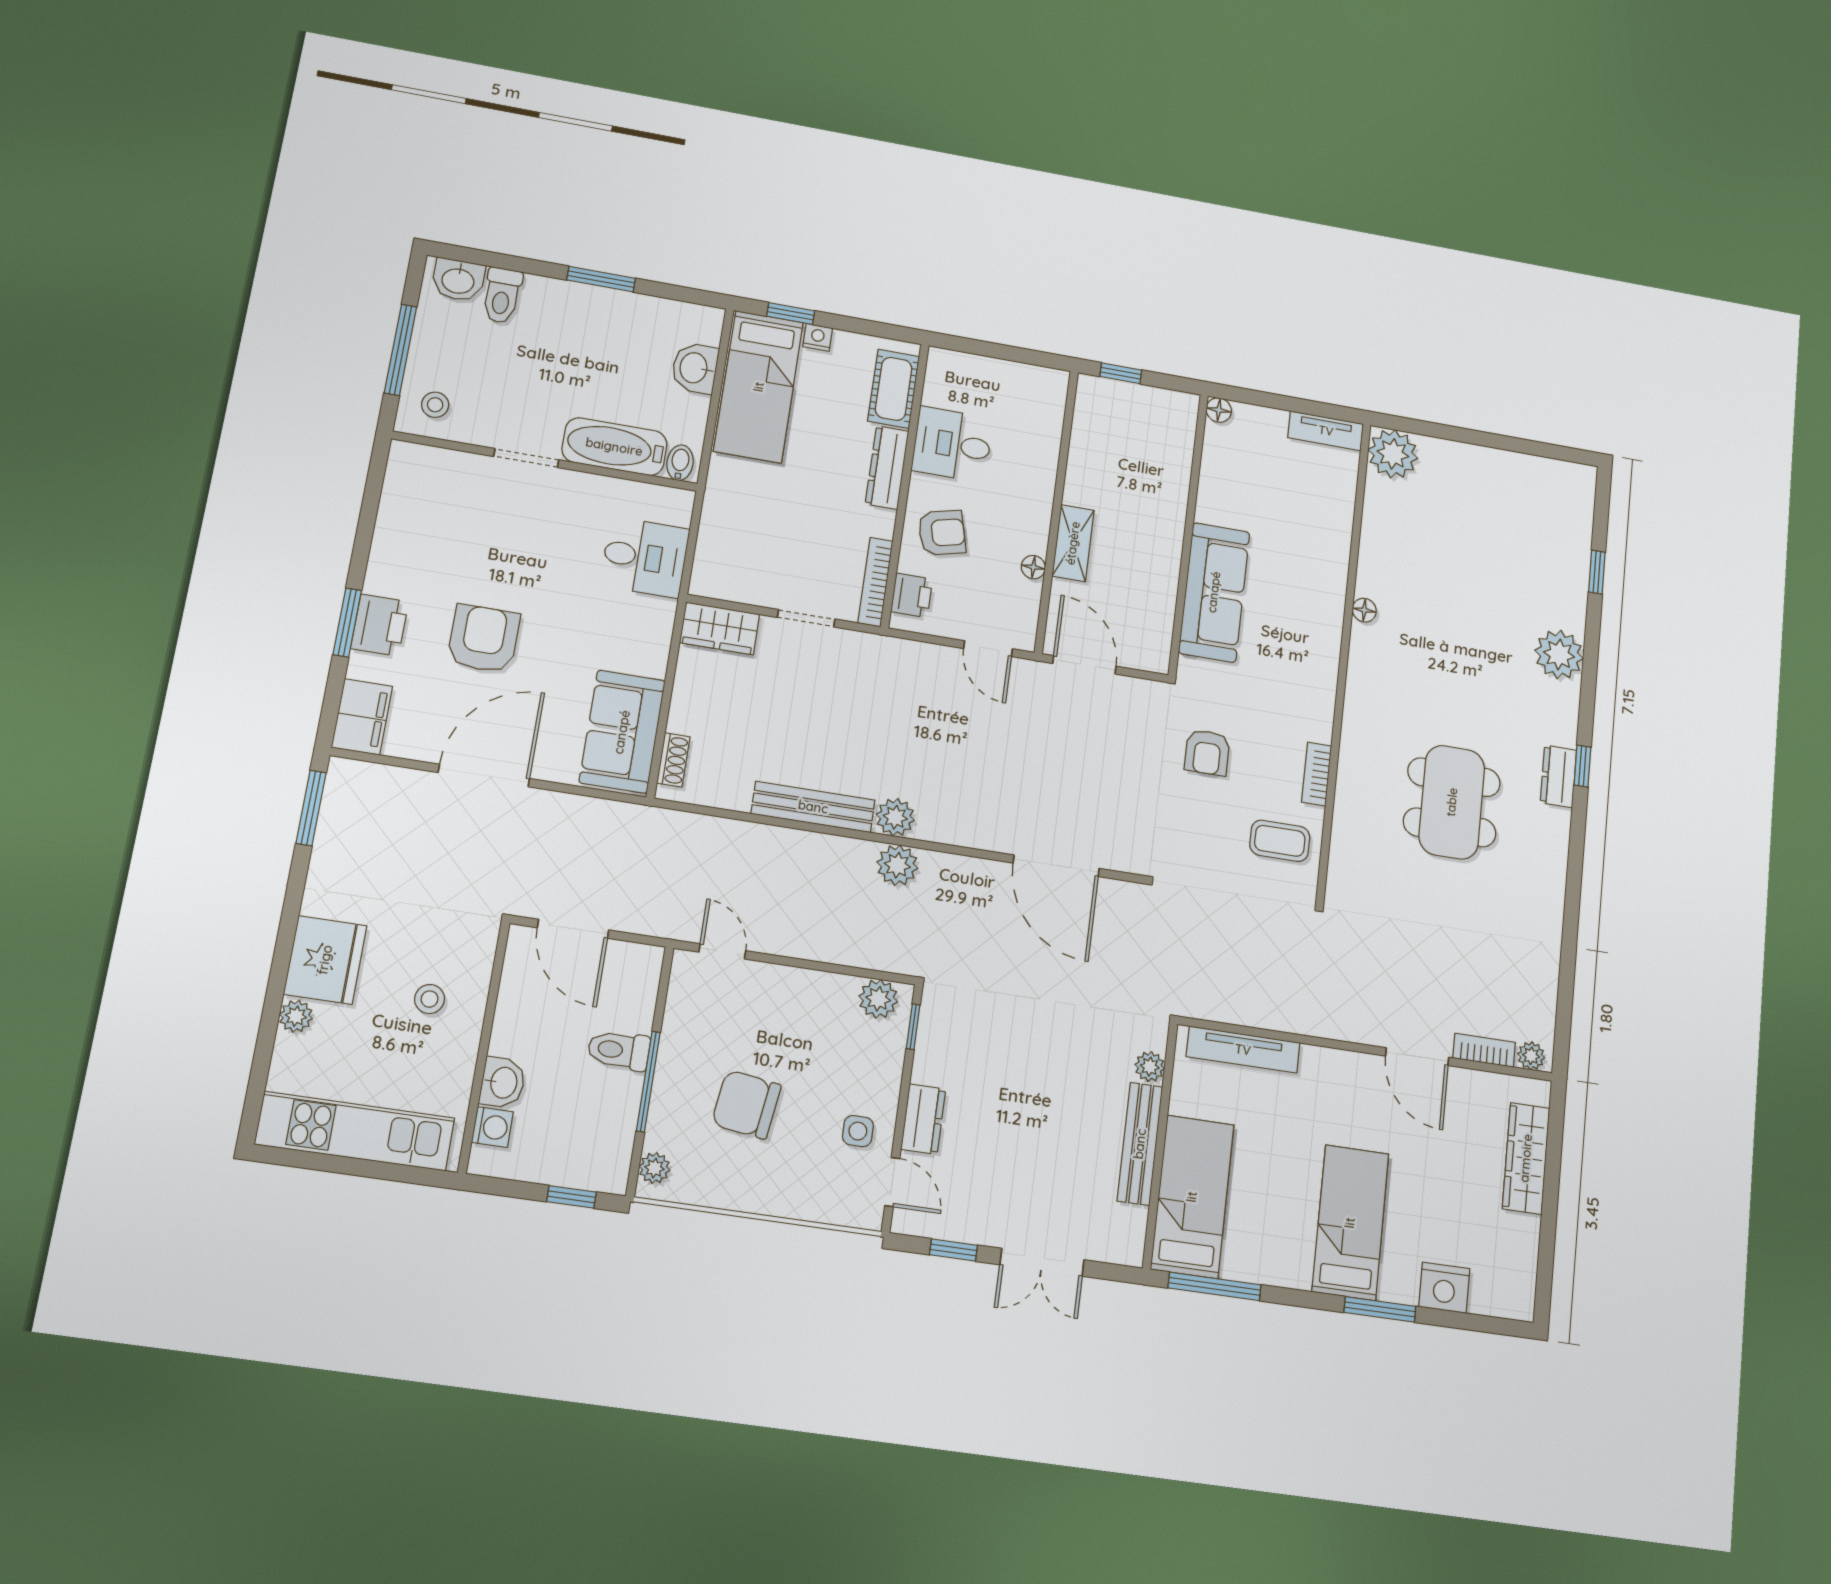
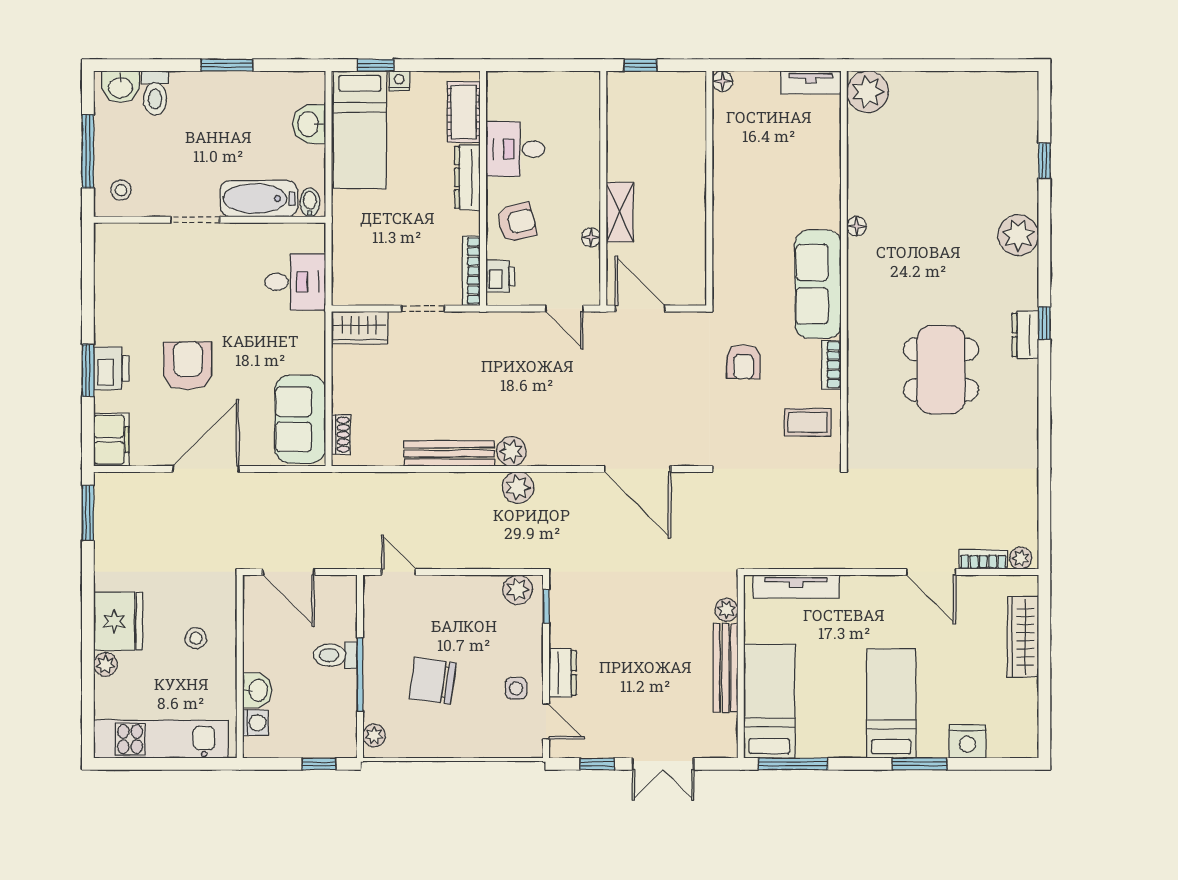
sofa: (1214, 592) -> (818, 284), moved, turned 180

